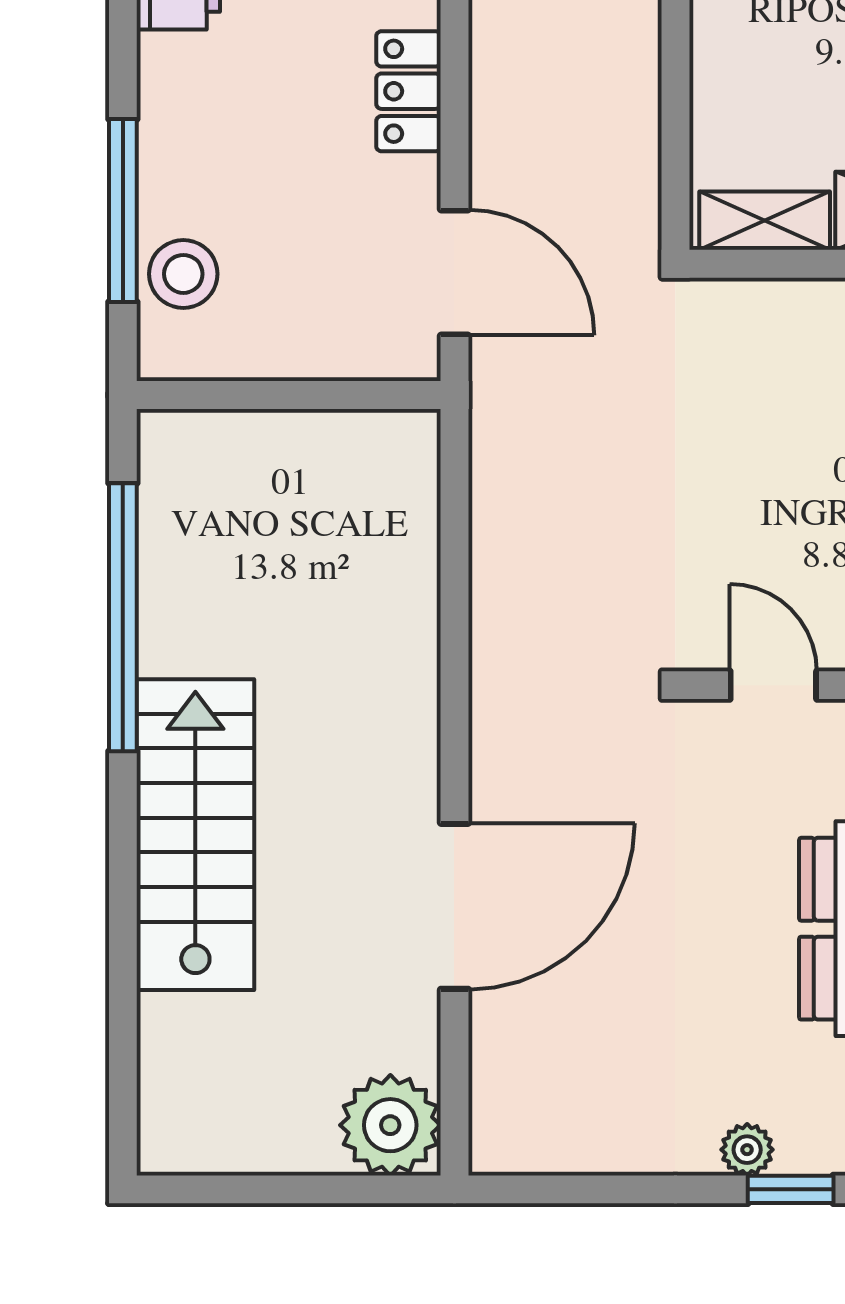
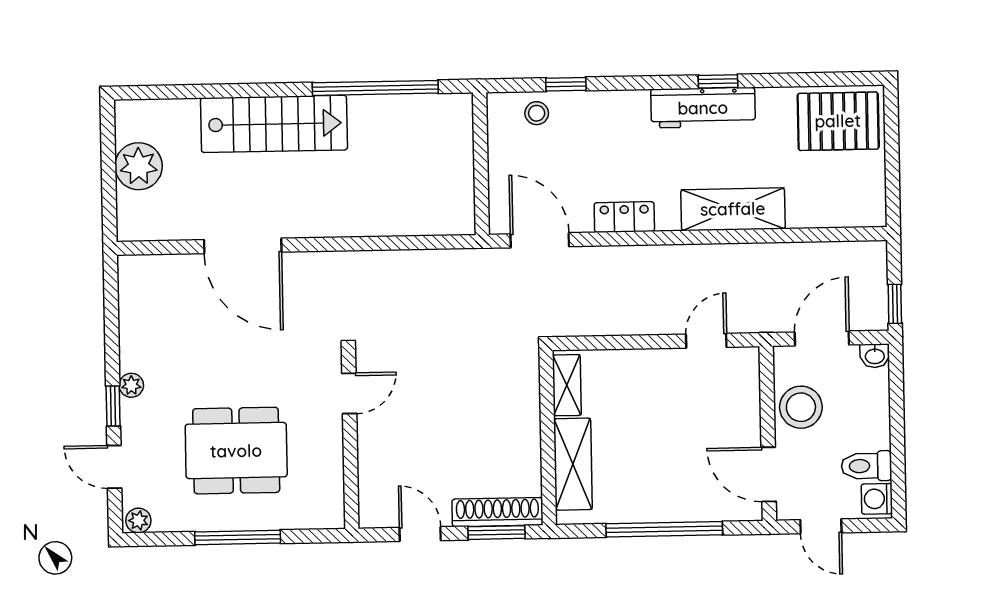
window: (123, 211) -> (566, 84), width x0.46
door: (454, 272) -> (540, 240), swing flipped
stool: (183, 274) -> (537, 113), width x0.73, depth x0.73
plant: (390, 1125) -> (139, 166), moved

